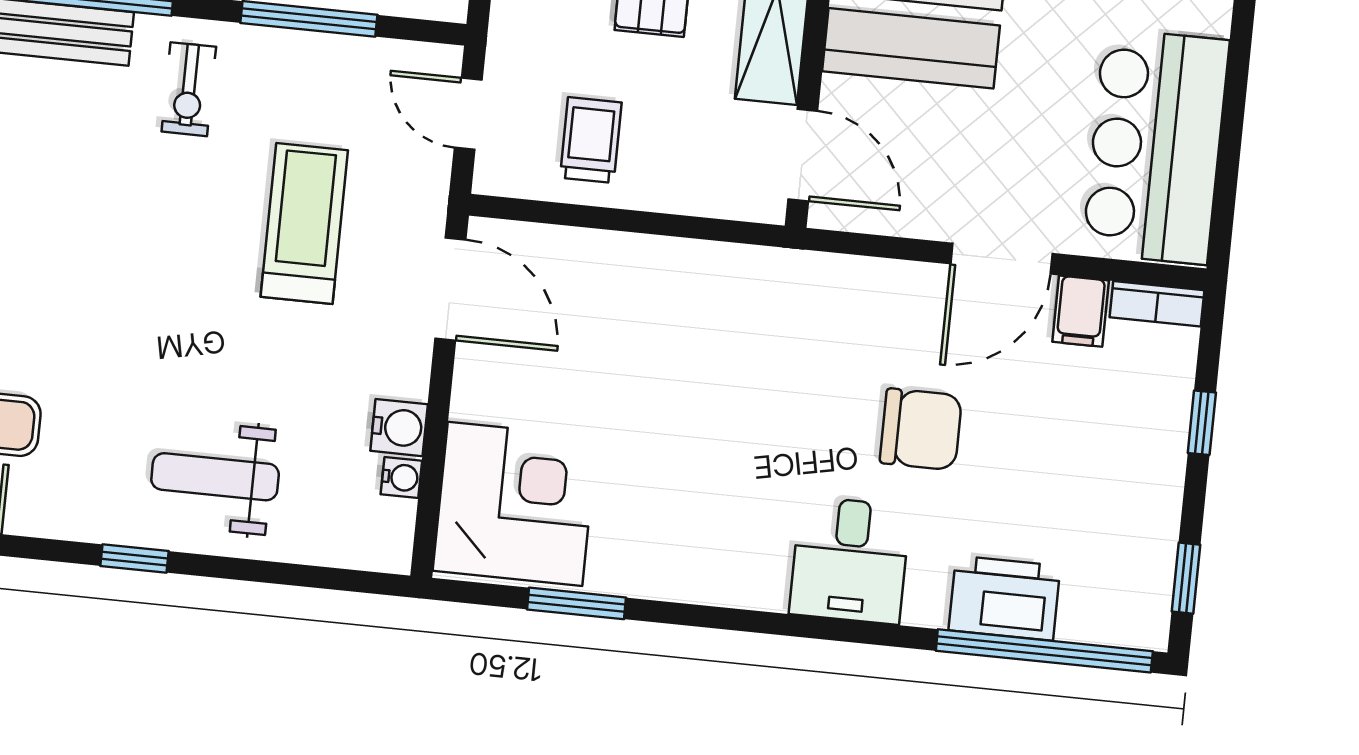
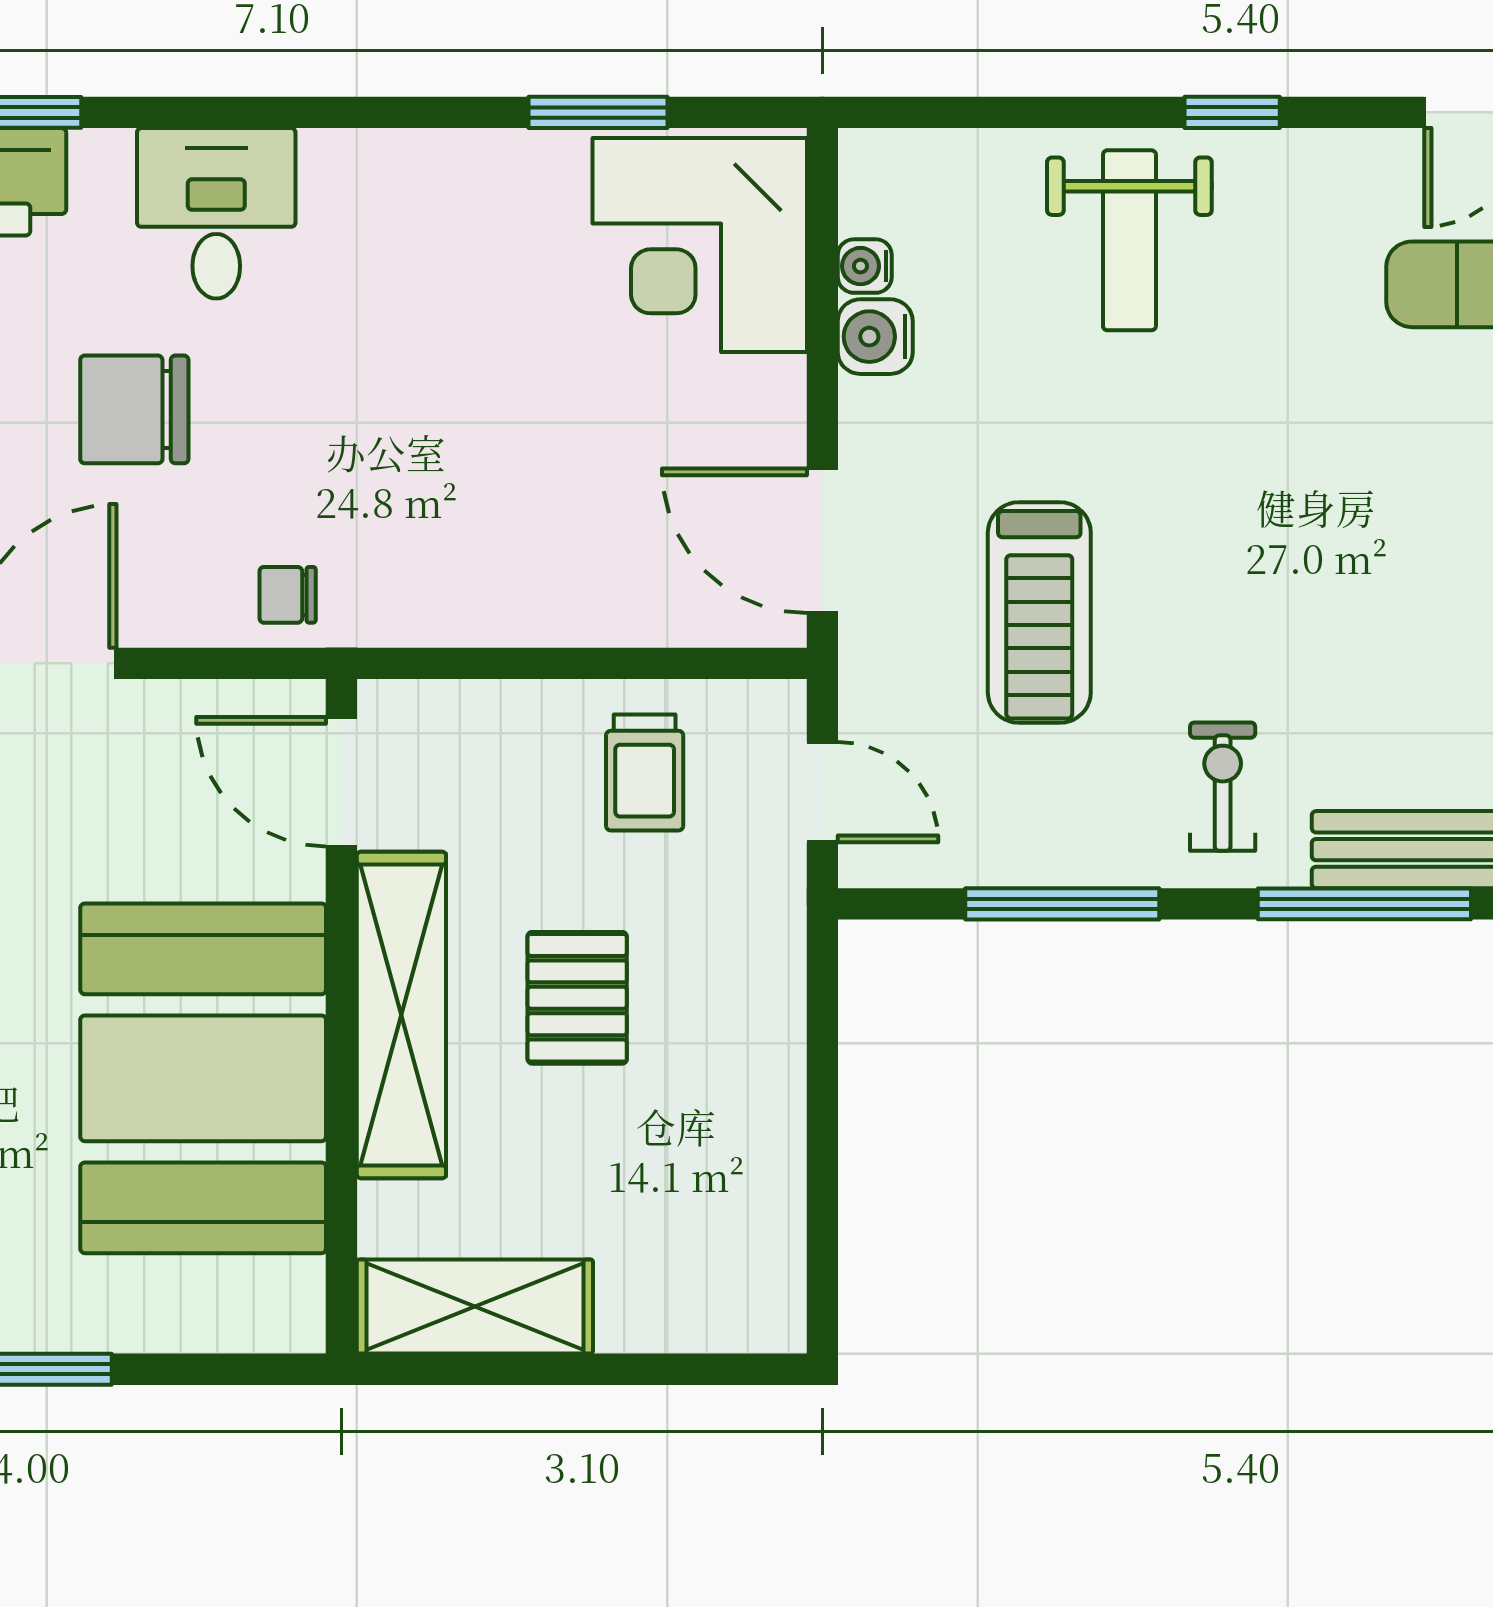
chair: (827, 289) -> (288, 595), added
weight bench: (215, 477) -> (1129, 240), turned 90

